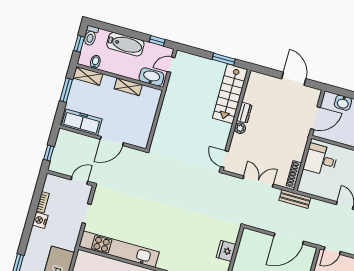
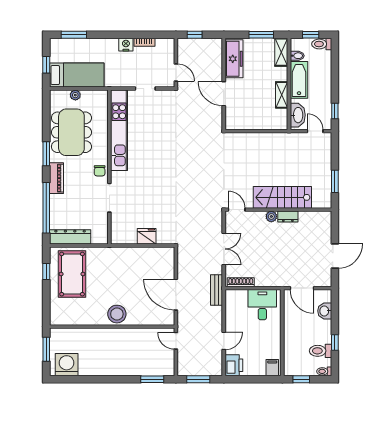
bathtub: (125, 44) -> (299, 80), moved, turned 180
stairs: (230, 94) -> (282, 197), moved
door: (224, 159) -> (237, 210), hinge flipped

